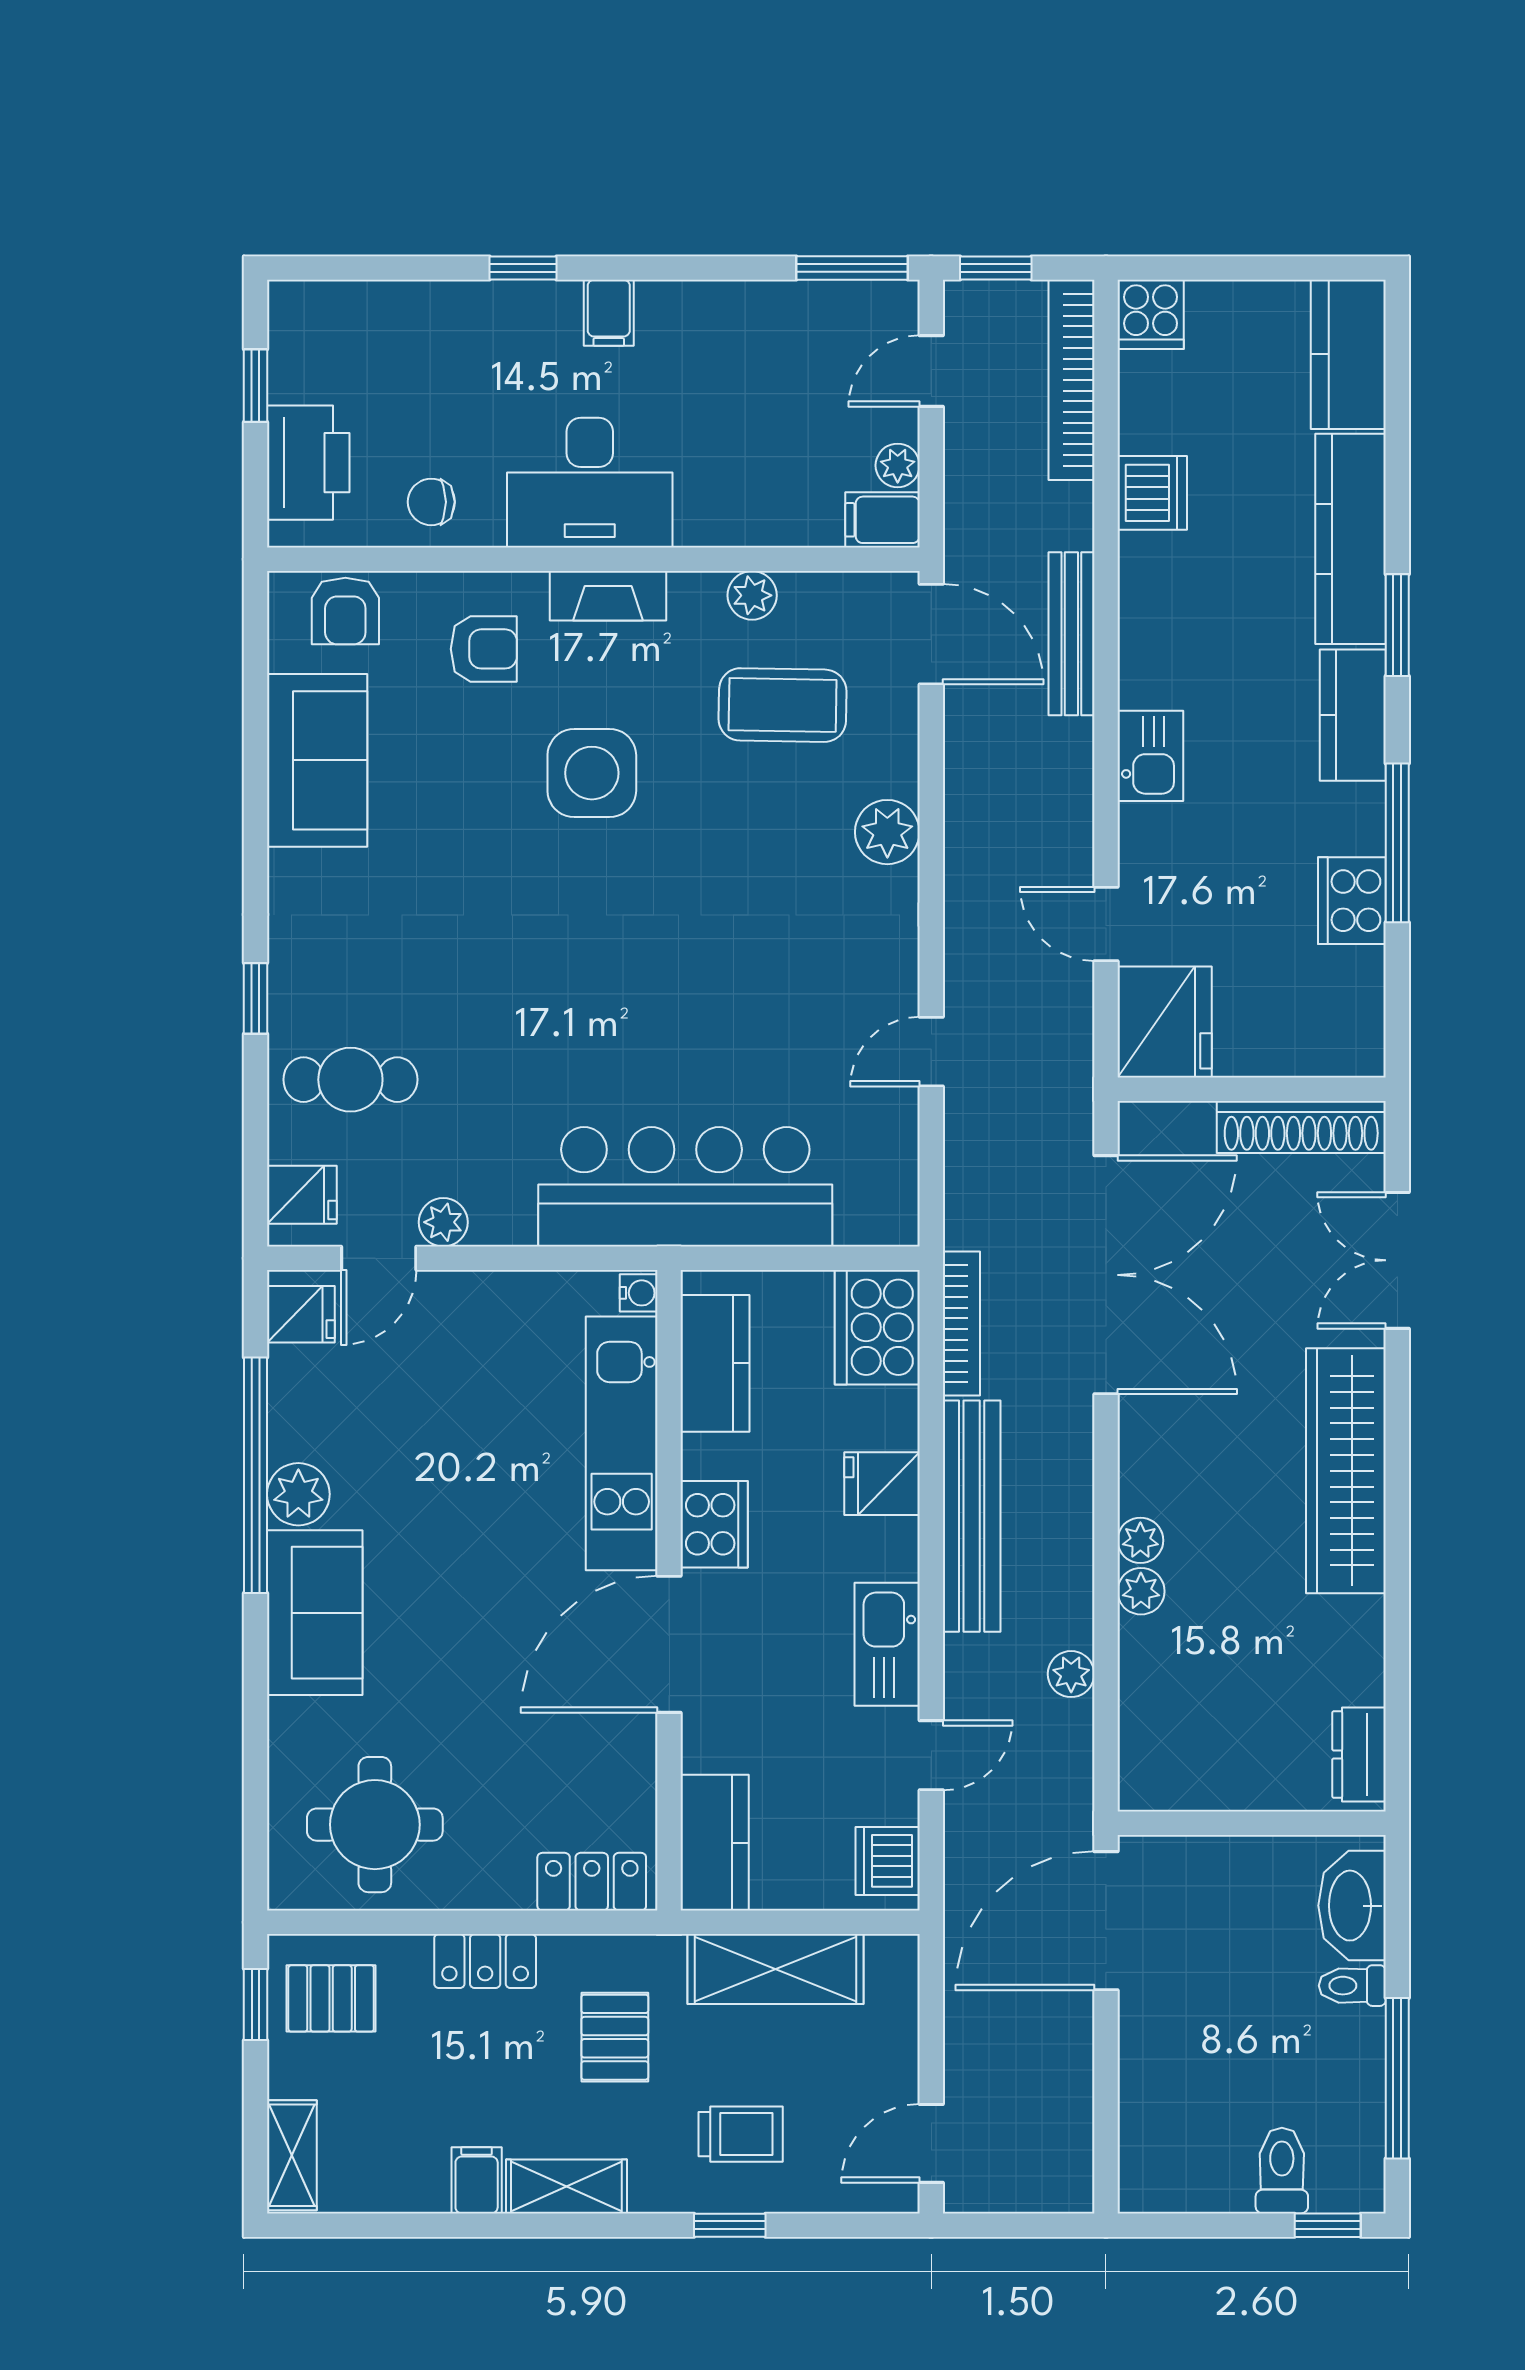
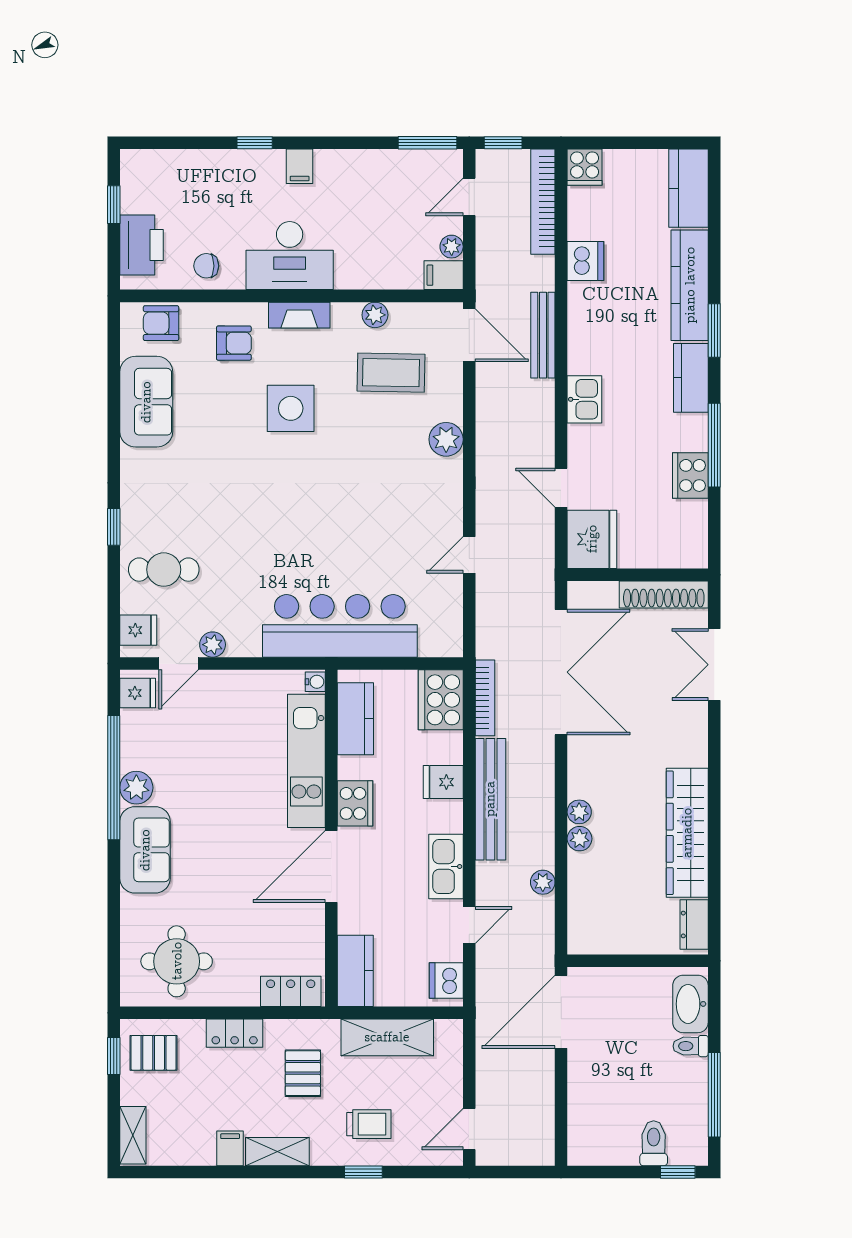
armchair: (345, 611) -> (161, 323), turned 90
wardrobe: (1346, 1471) -> (687, 833), moved

